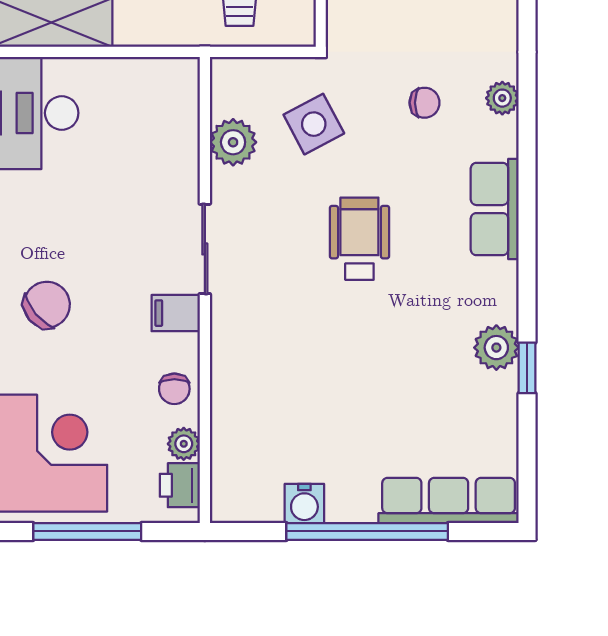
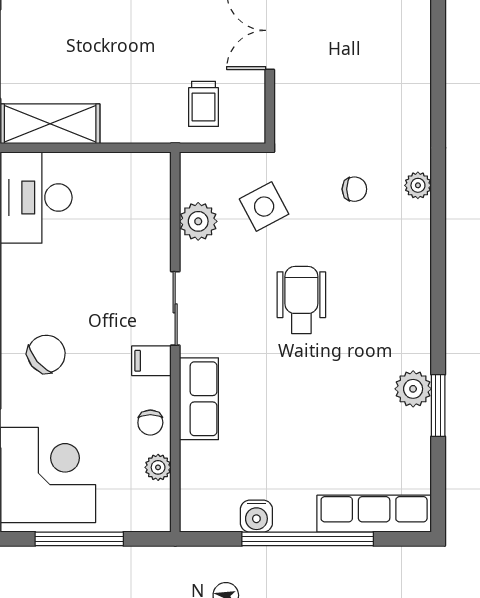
row of seats: (495, 209) -> (199, 399), moved, turned 180
window: (527, 368) -> (438, 405), width x1.50
printer: (180, 485) -> (155, 501), removed

